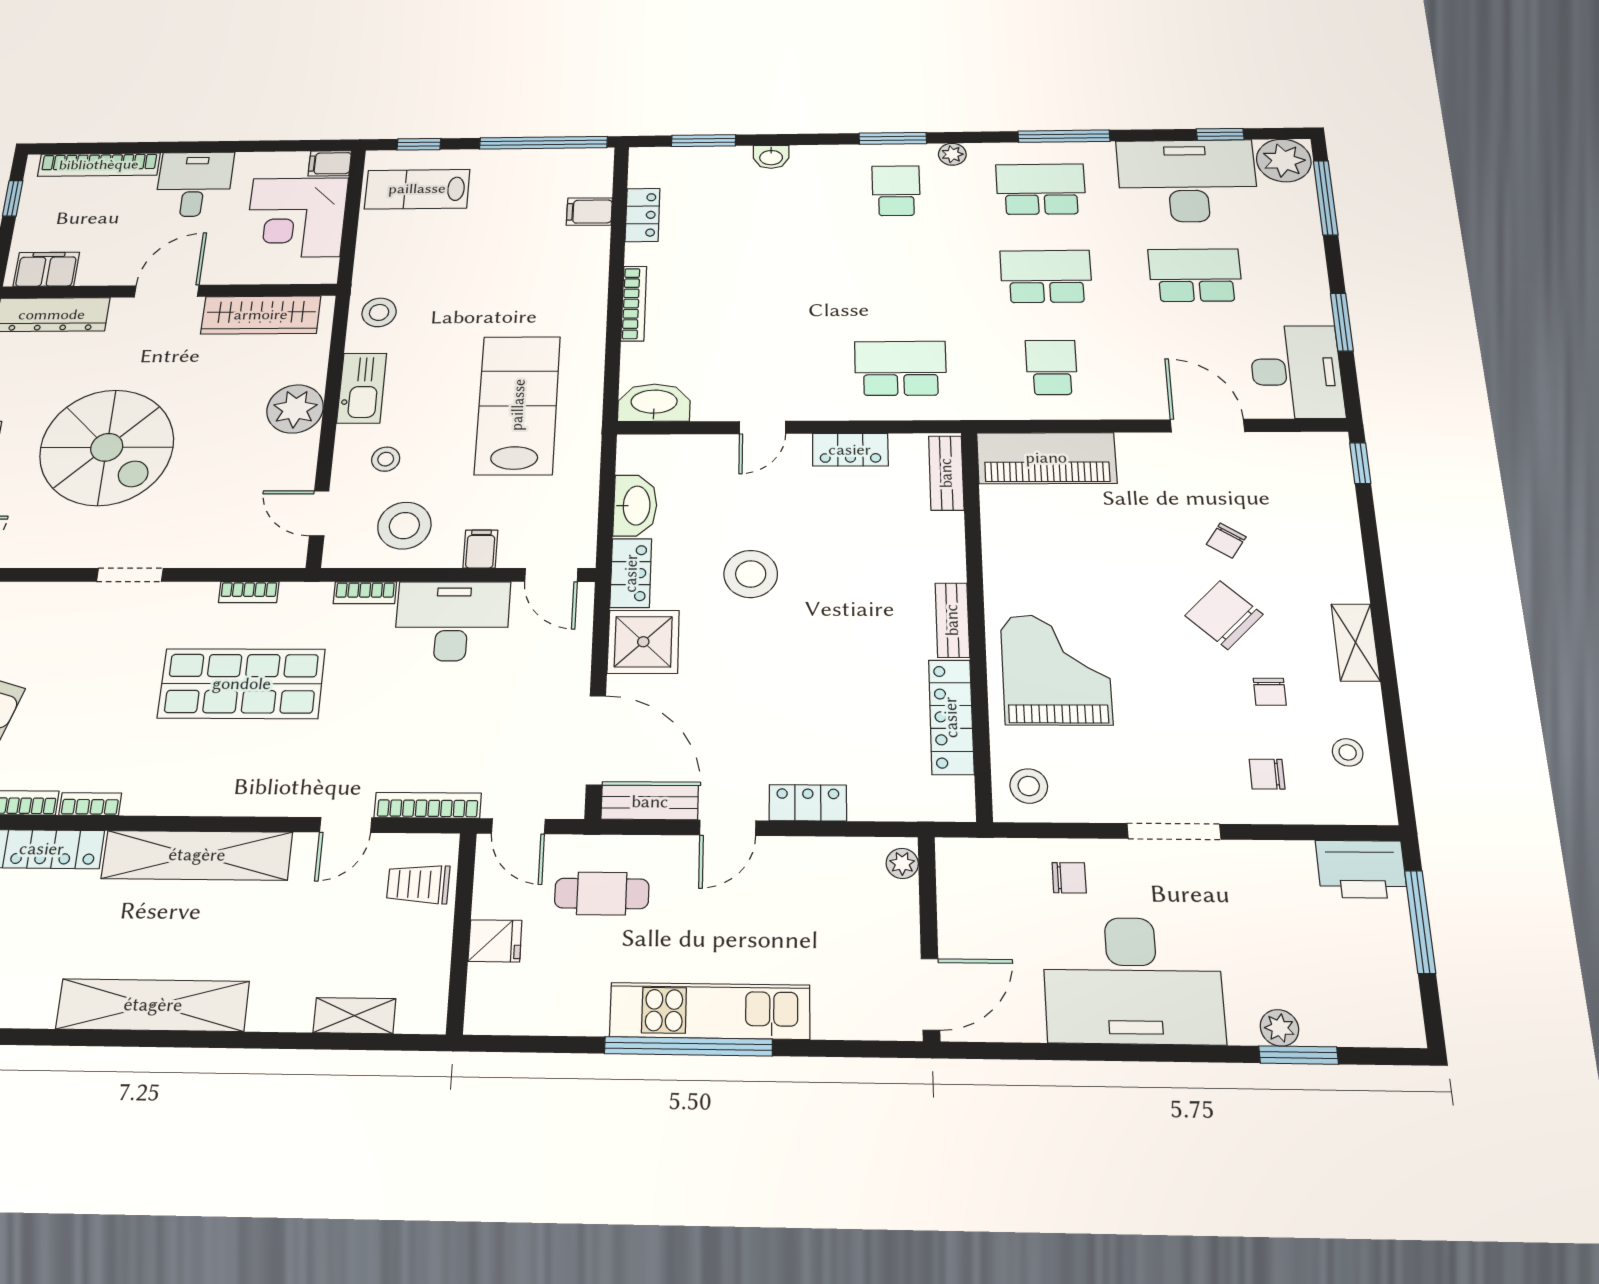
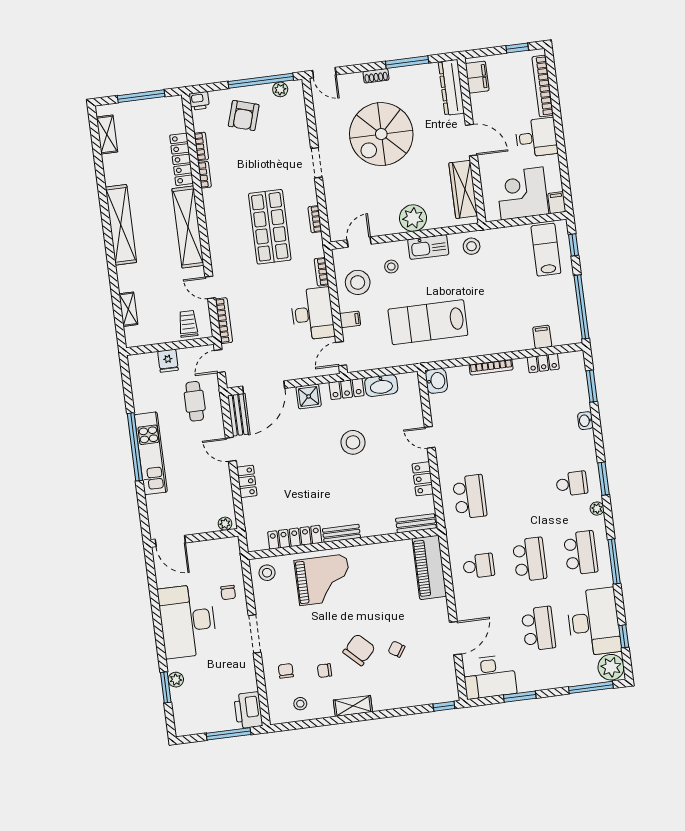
washbasin: (654, 403) -> (436, 381), width x0.72
lab bench: (518, 405) -> (428, 322), turned 180
shower: (643, 642) -> (309, 396), width x0.73, depth x0.73

